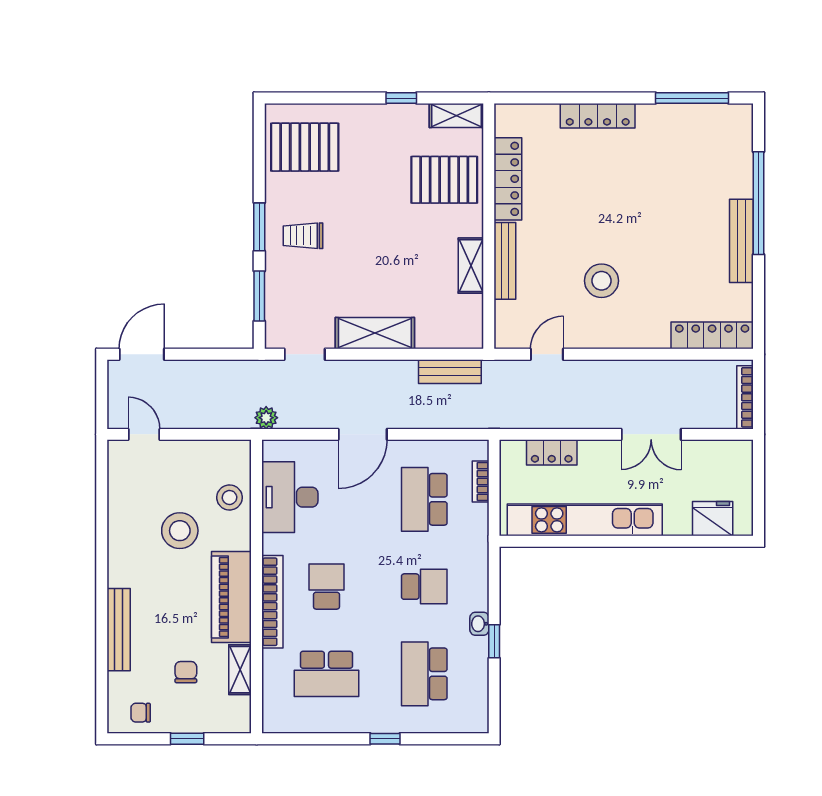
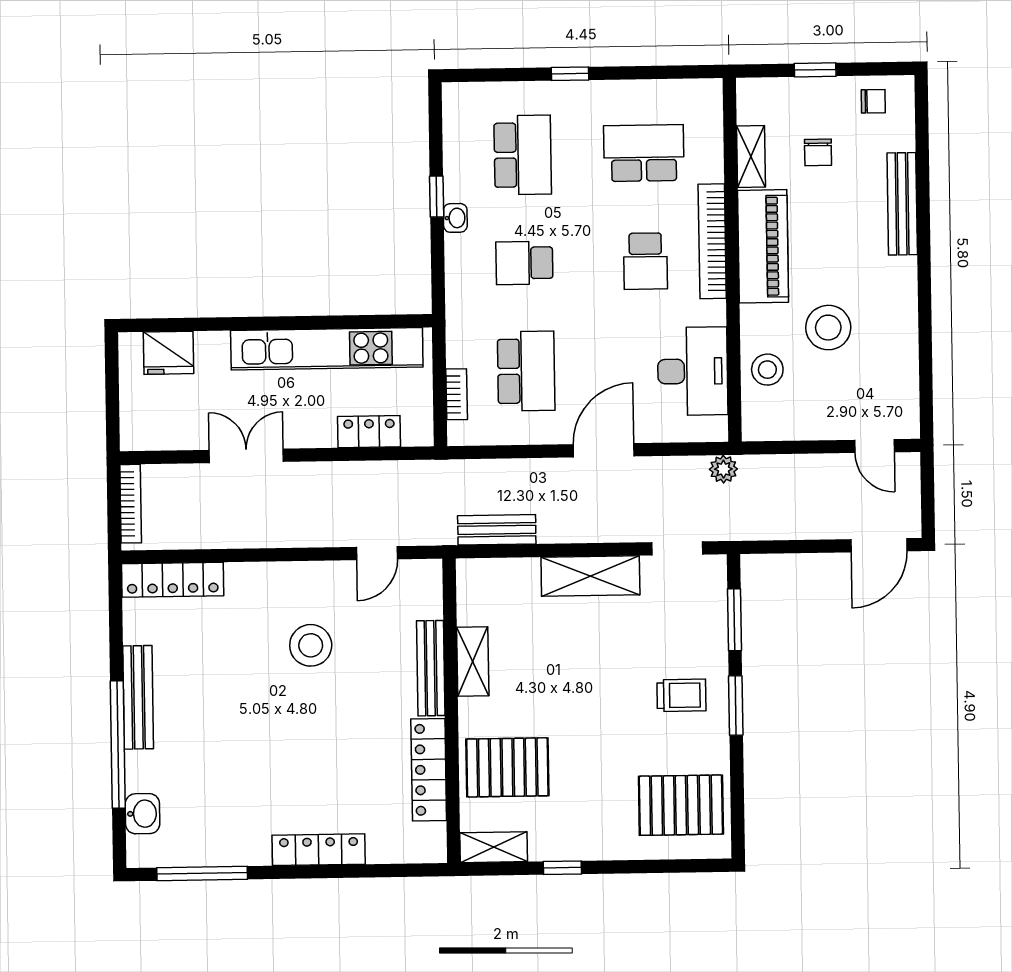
washbasin: (739, 147) -> (143, 814), added

